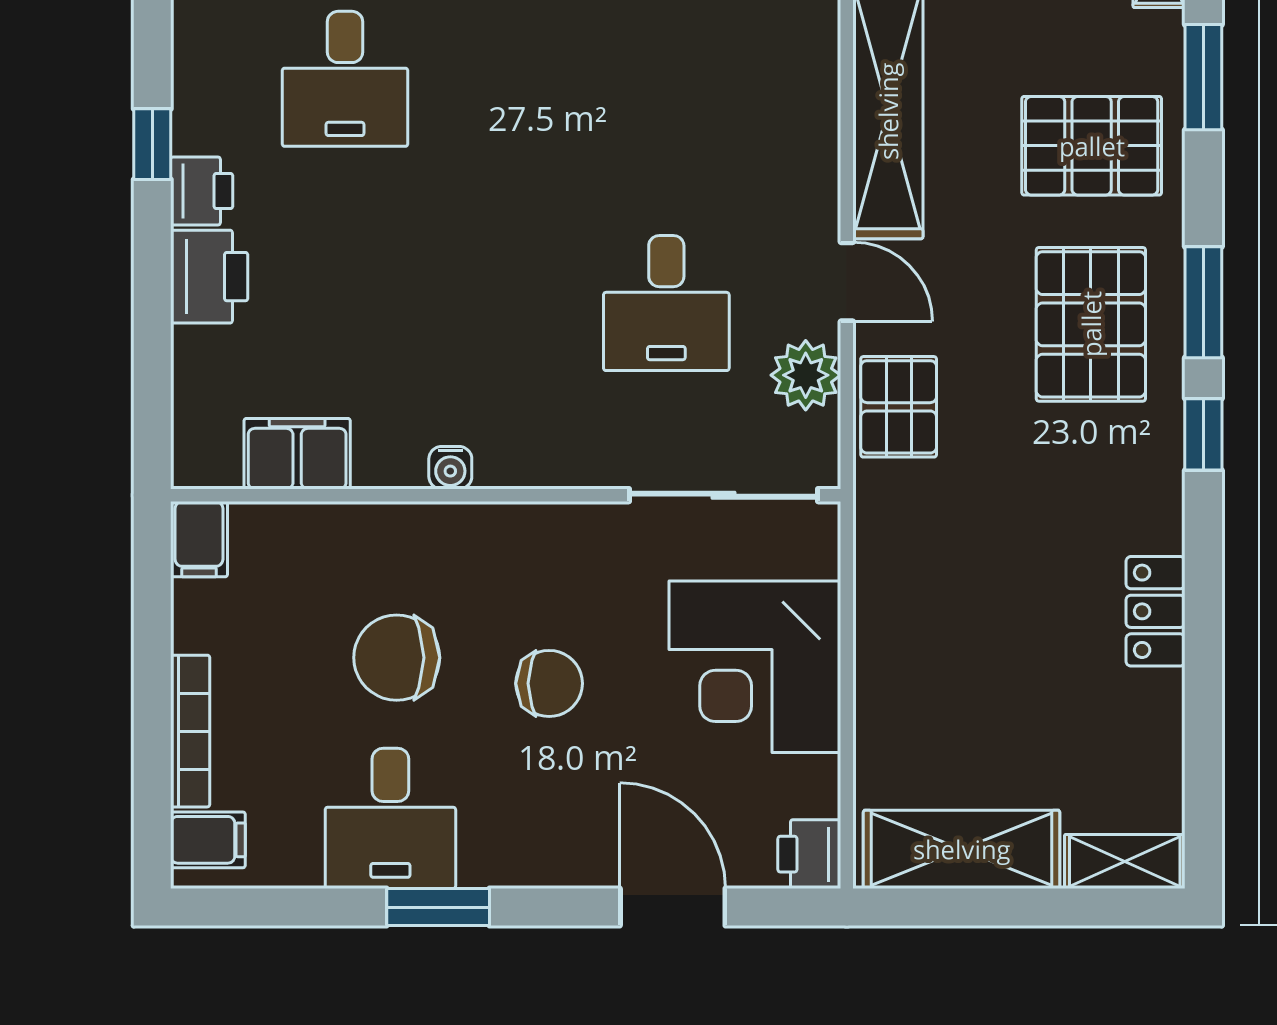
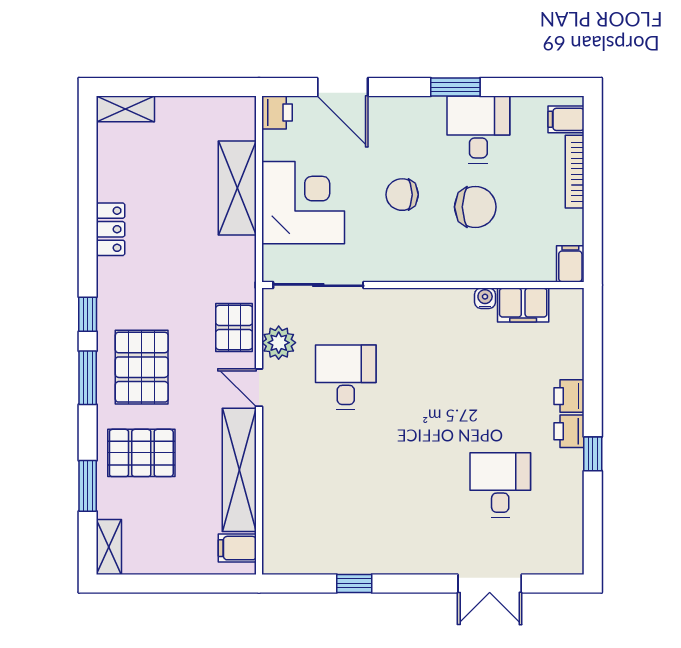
printer: (209, 277) -> (569, 396), width x0.73, depth x0.81
water cooler: (450, 468) -> (485, 298), moved
shelving: (962, 849) -> (237, 188), moved, turned 90

